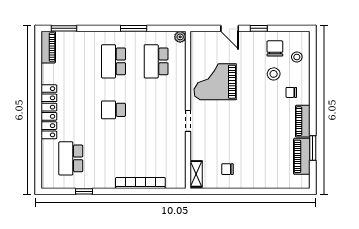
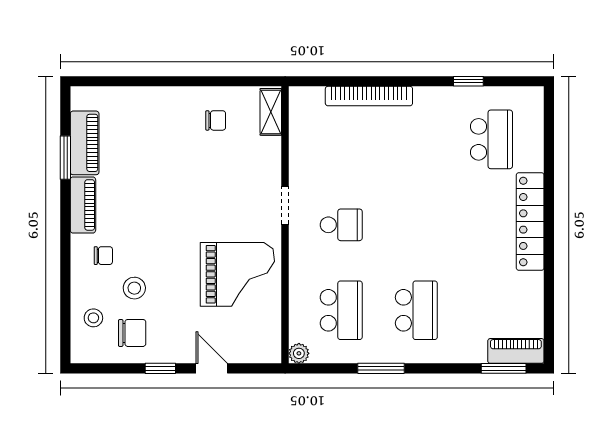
piano: (48, 47) -> (516, 351), moved, turned 90
chair: (275, 48) -> (132, 333), turned -90
school desk: (113, 110) -> (341, 225), moved

